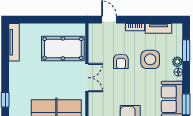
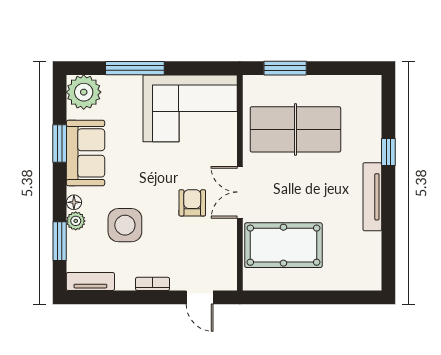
tv unit: (158, 28) -> (90, 282), moved
tv unit: (14, 42) -> (372, 197), moved
armchair: (121, 61) -> (192, 203), moved

